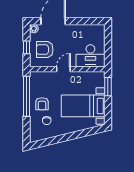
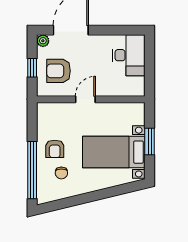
desk: (90, 56) -> (129, 55), moved, turned -90
window: (108, 87) -> (150, 142), moved
window: (26, 96) -> (32, 170), moved

